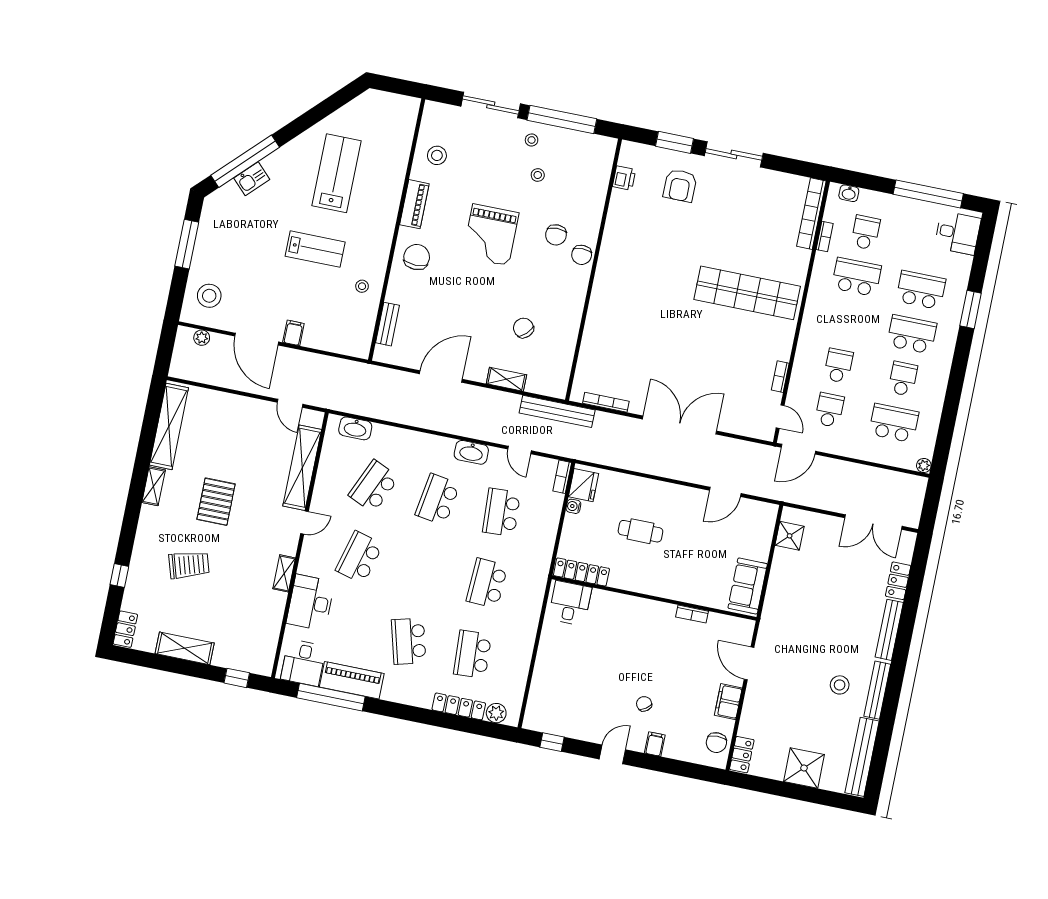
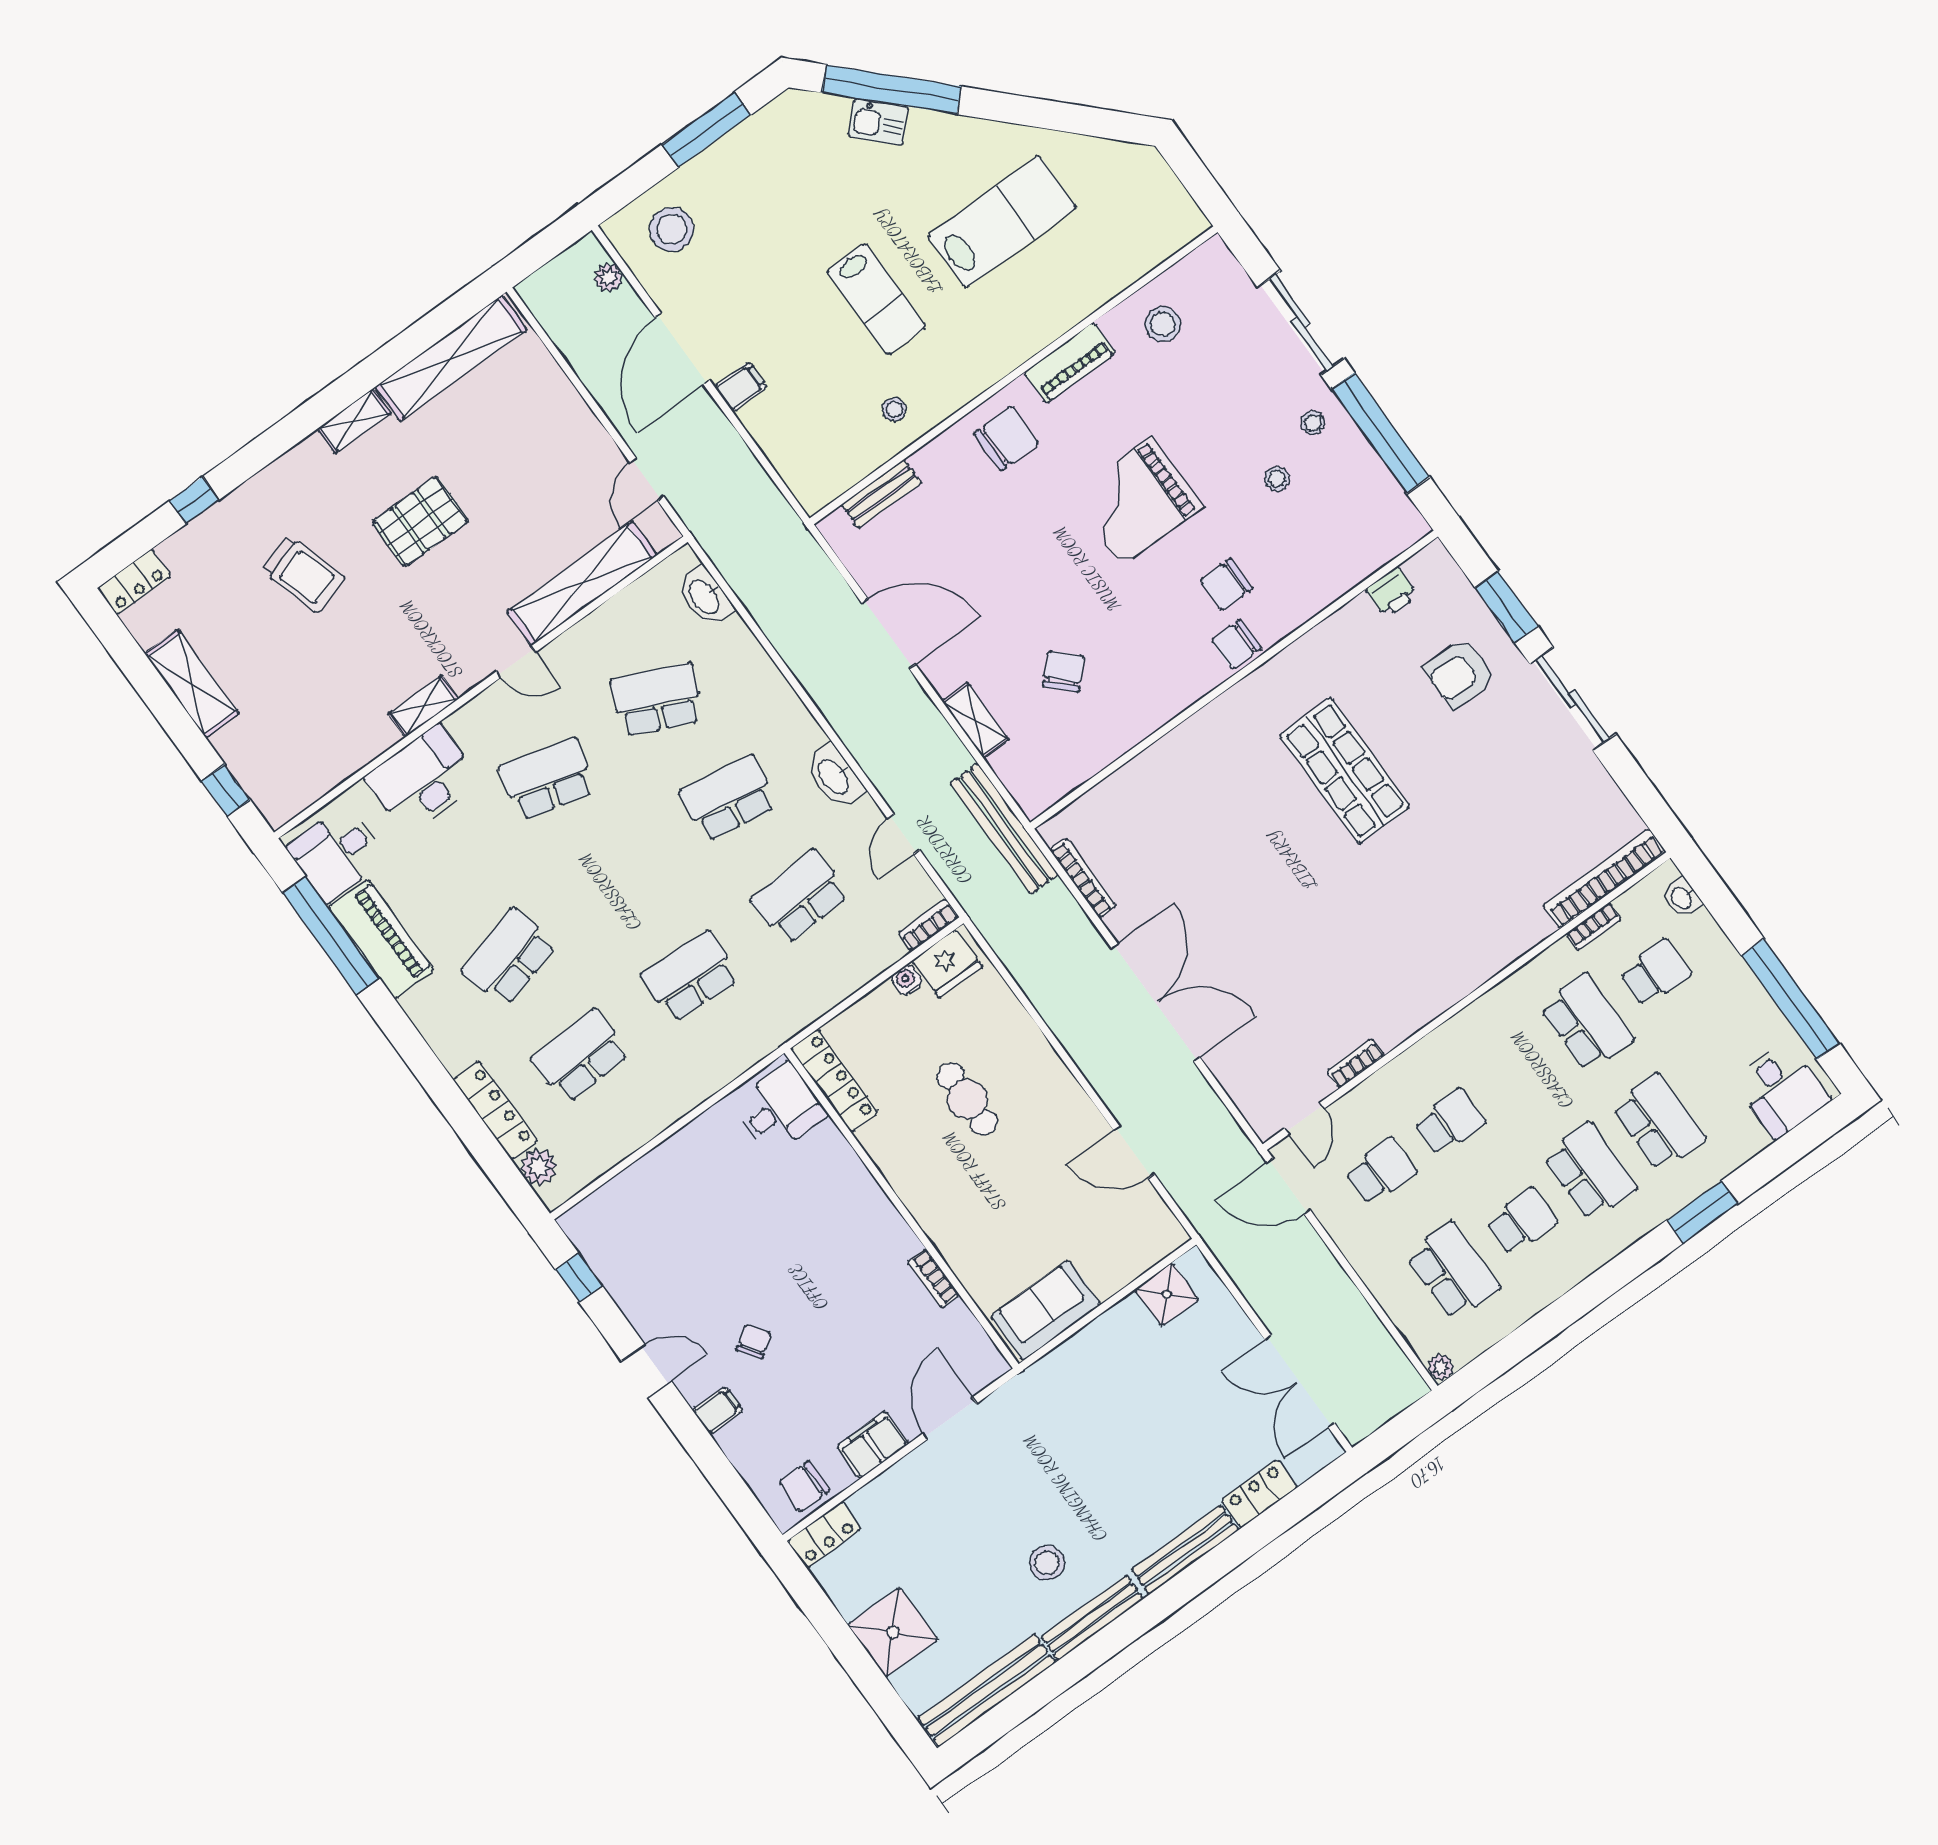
shop shelf: (747, 293) -> (1345, 771), moved, width x0.71

